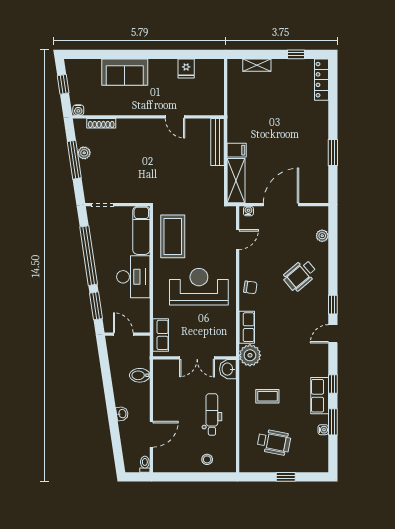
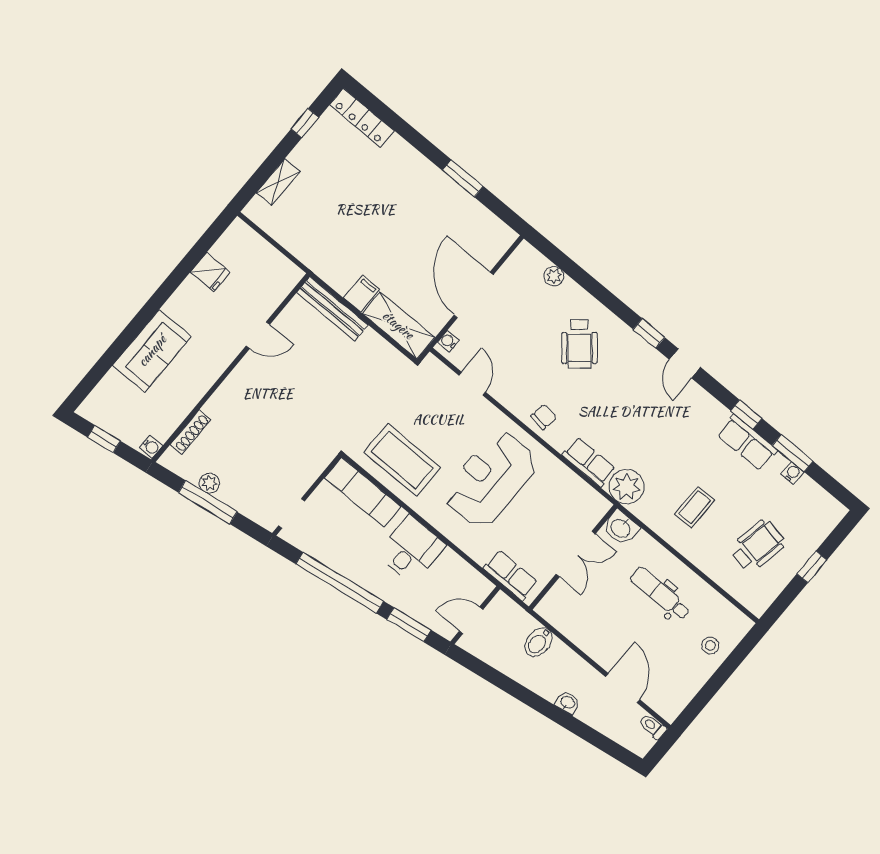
desk: (133, 277) -> (411, 549), width x0.73

